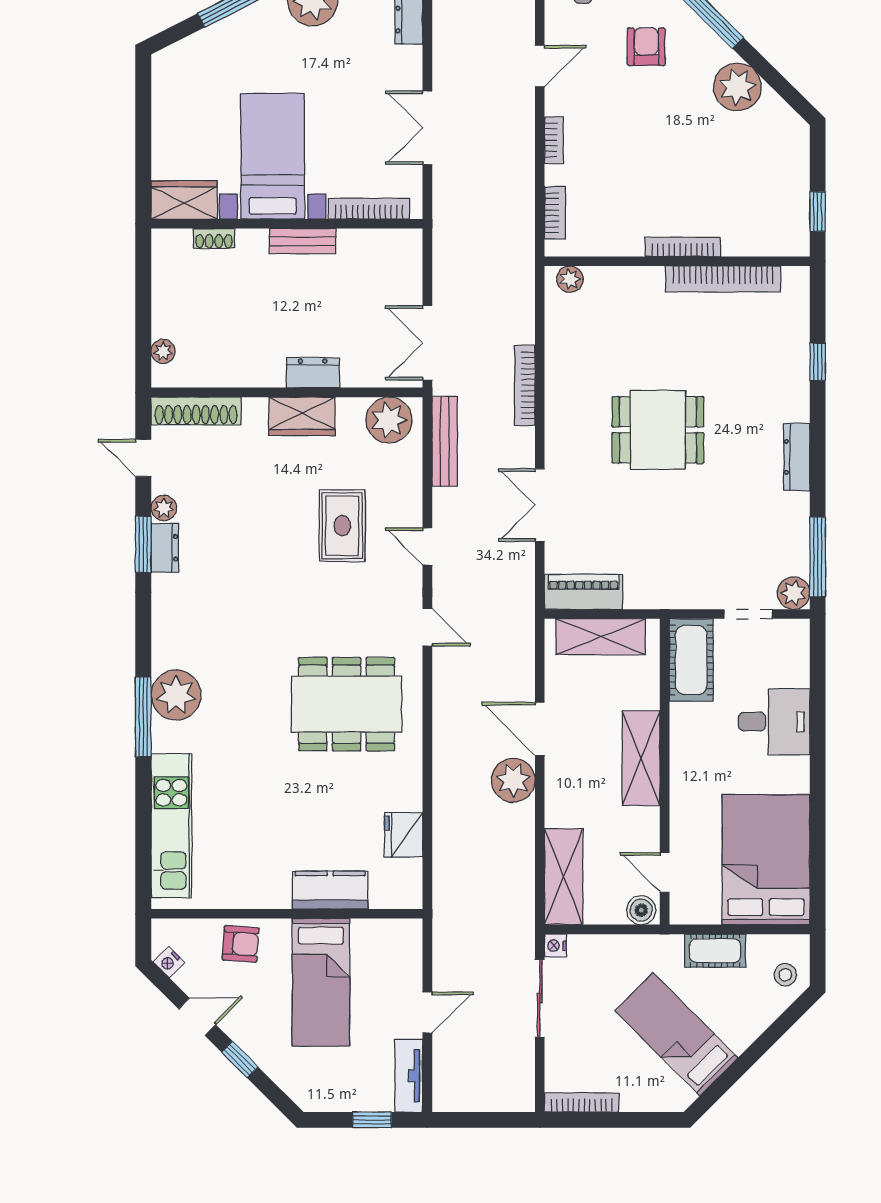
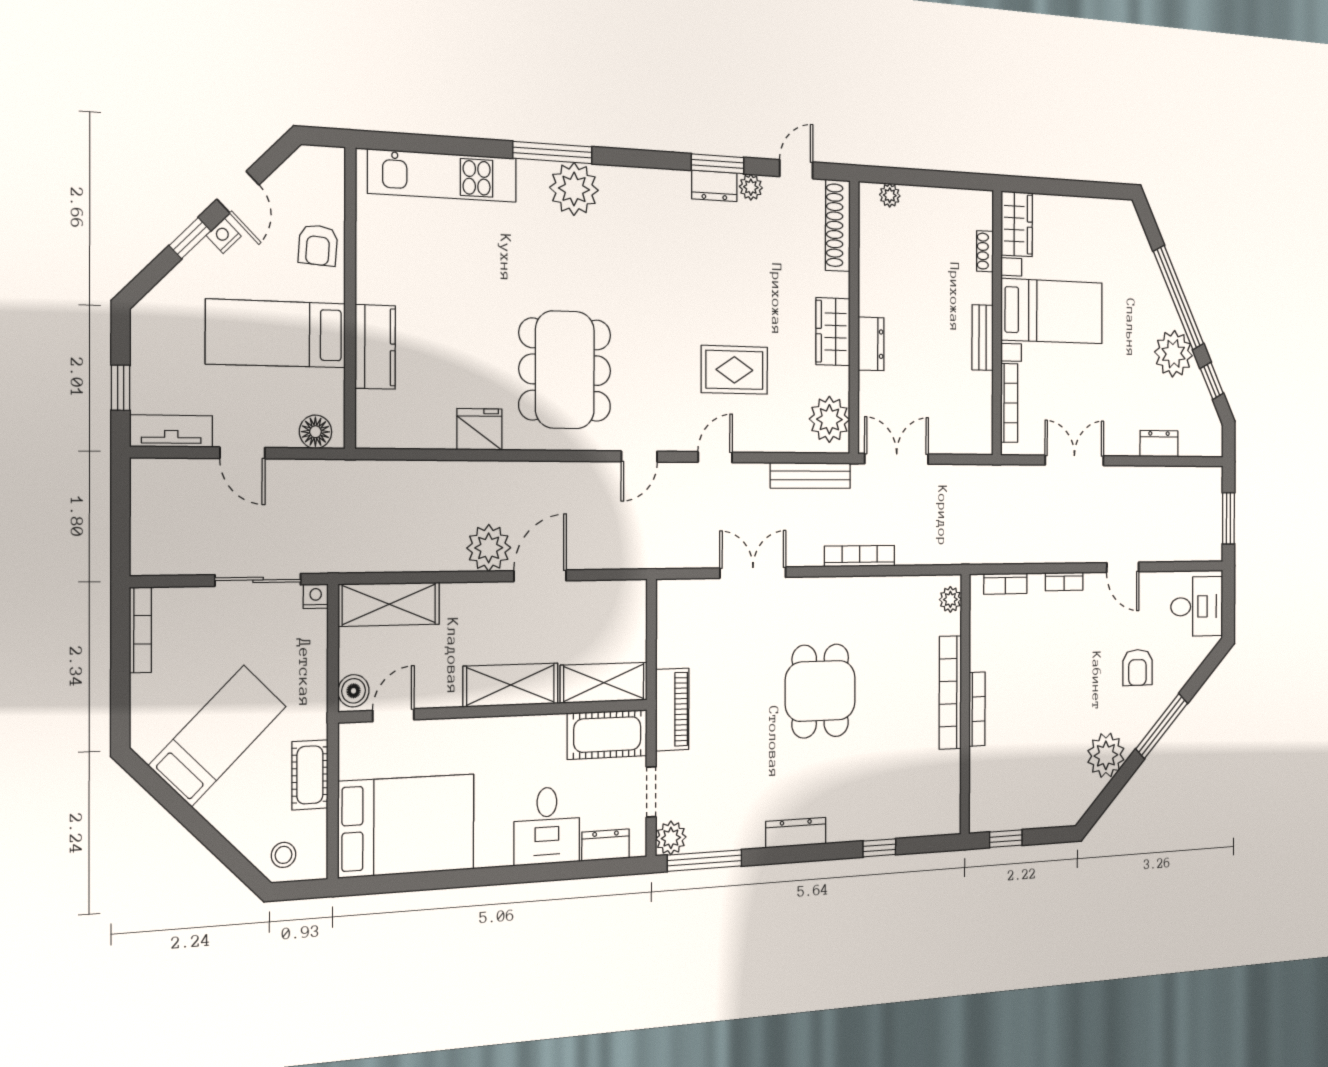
armchair: (646, 47) -> (1138, 668), turned 90
bookcase: (723, 279) -> (950, 693), moved
piano: (584, 592) -> (672, 710), moved
shelving: (601, 637) -> (604, 683), moved, turned 90
dresser: (796, 662) -> (606, 845), added
fridge: (404, 835) -> (479, 429), moved
floor lamp: (408, 946) -> (315, 432), added
nightstand: (169, 962) -> (224, 236), moved

